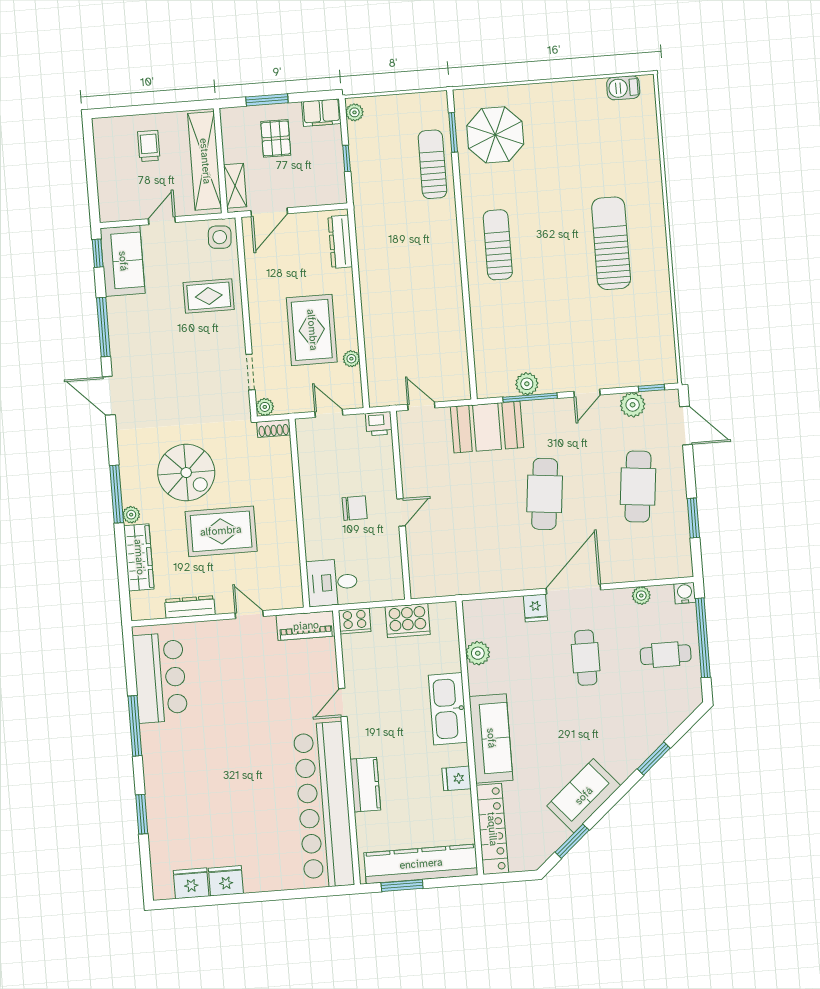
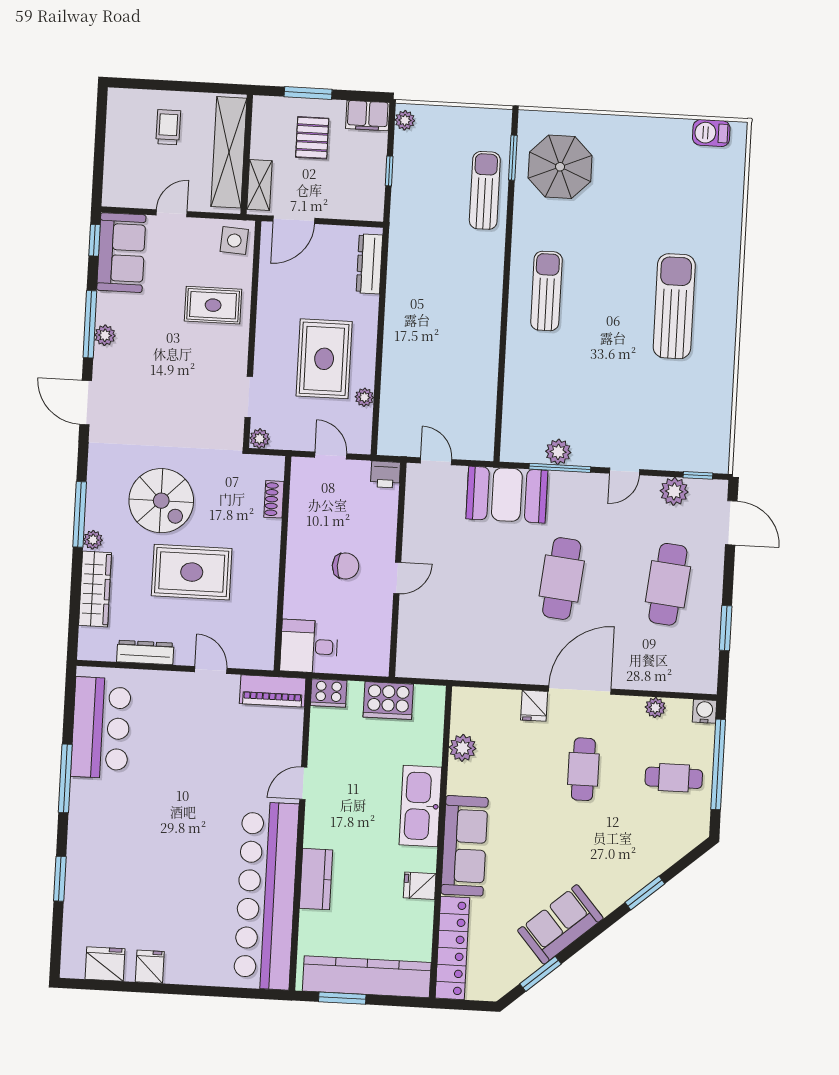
plant: (118, 335) -> (105, 335), added
shoe rack: (274, 428) -> (274, 499), moved, turned 90
fridge: (226, 881) -> (150, 967), width x0.72

